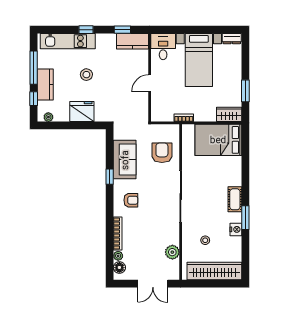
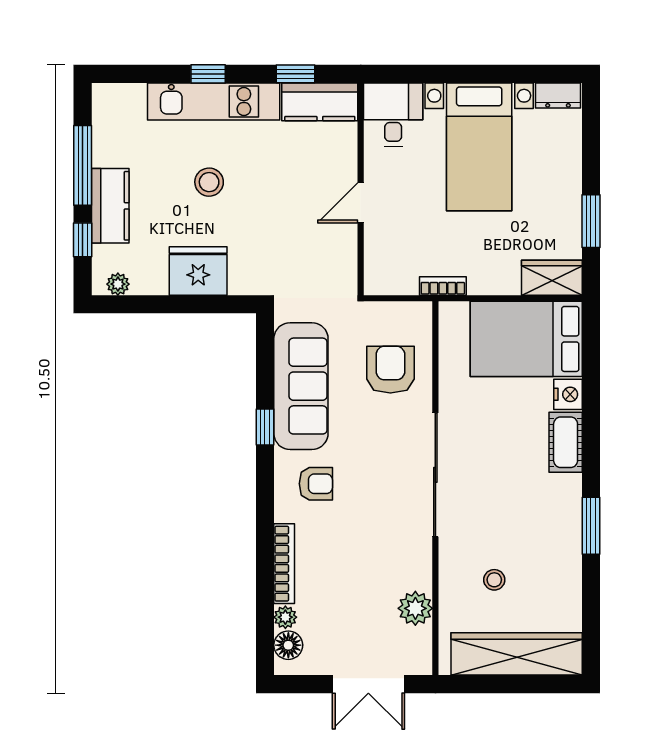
kitchen unit: (68, 41) -> (214, 102), moved
sofa: (125, 160) -> (301, 386), width x1.36
cot: (235, 199) -> (566, 442), moved
nightstand: (236, 229) -> (568, 394), moved

